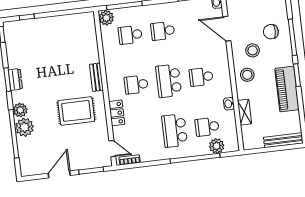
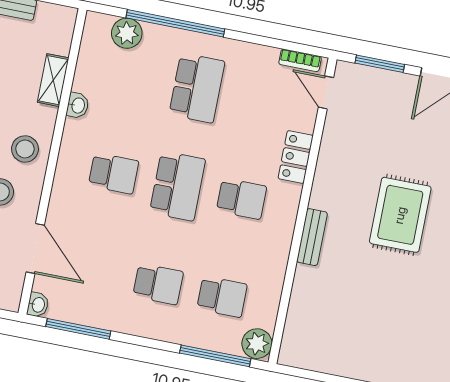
rug: (76, 111) -> (400, 215), moved, turned 90
school desk: (207, 127) -> (133, 75), removed

